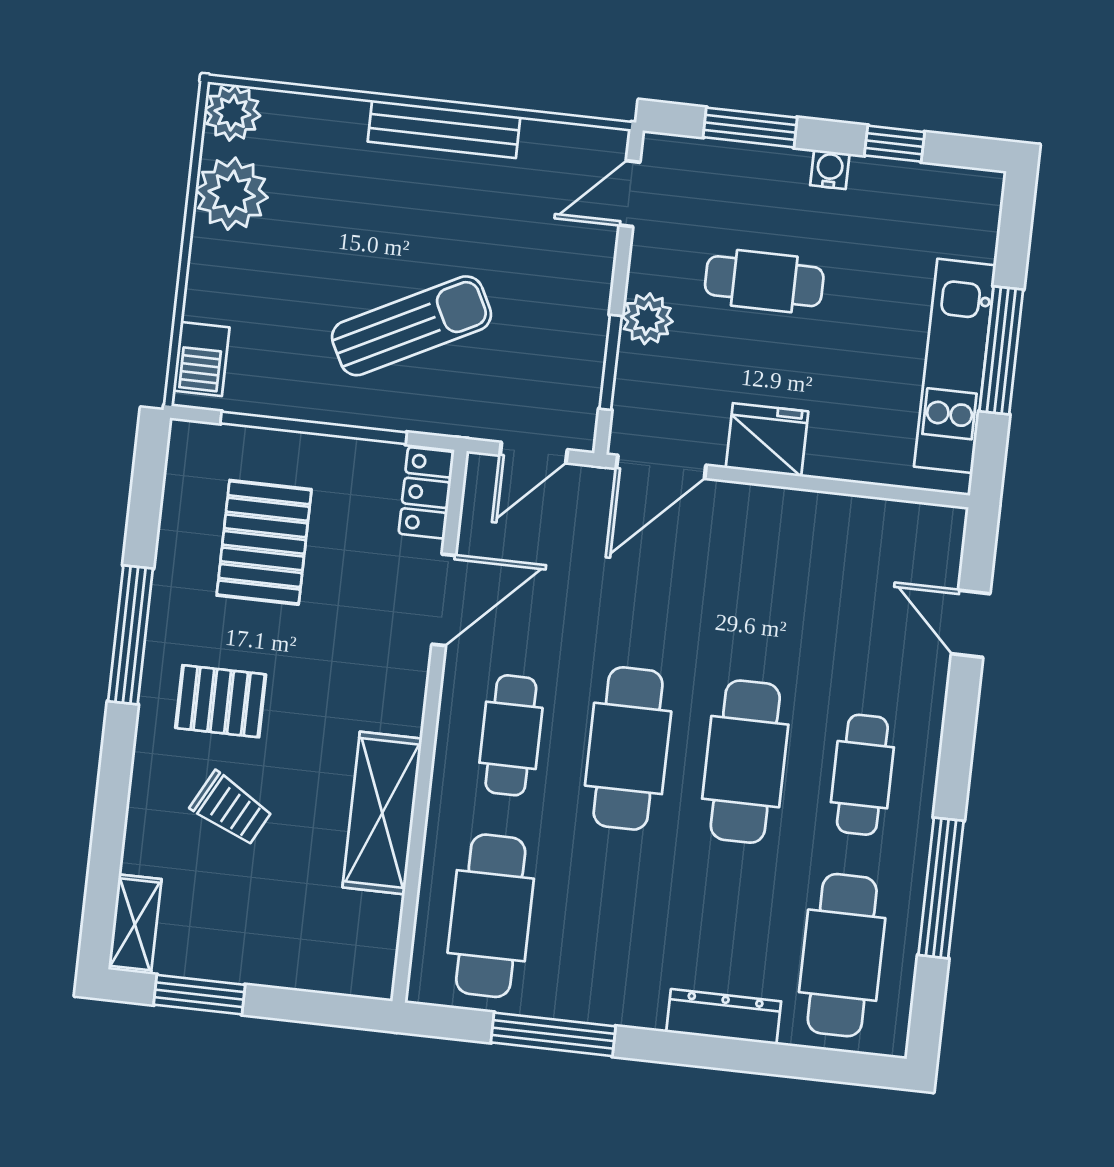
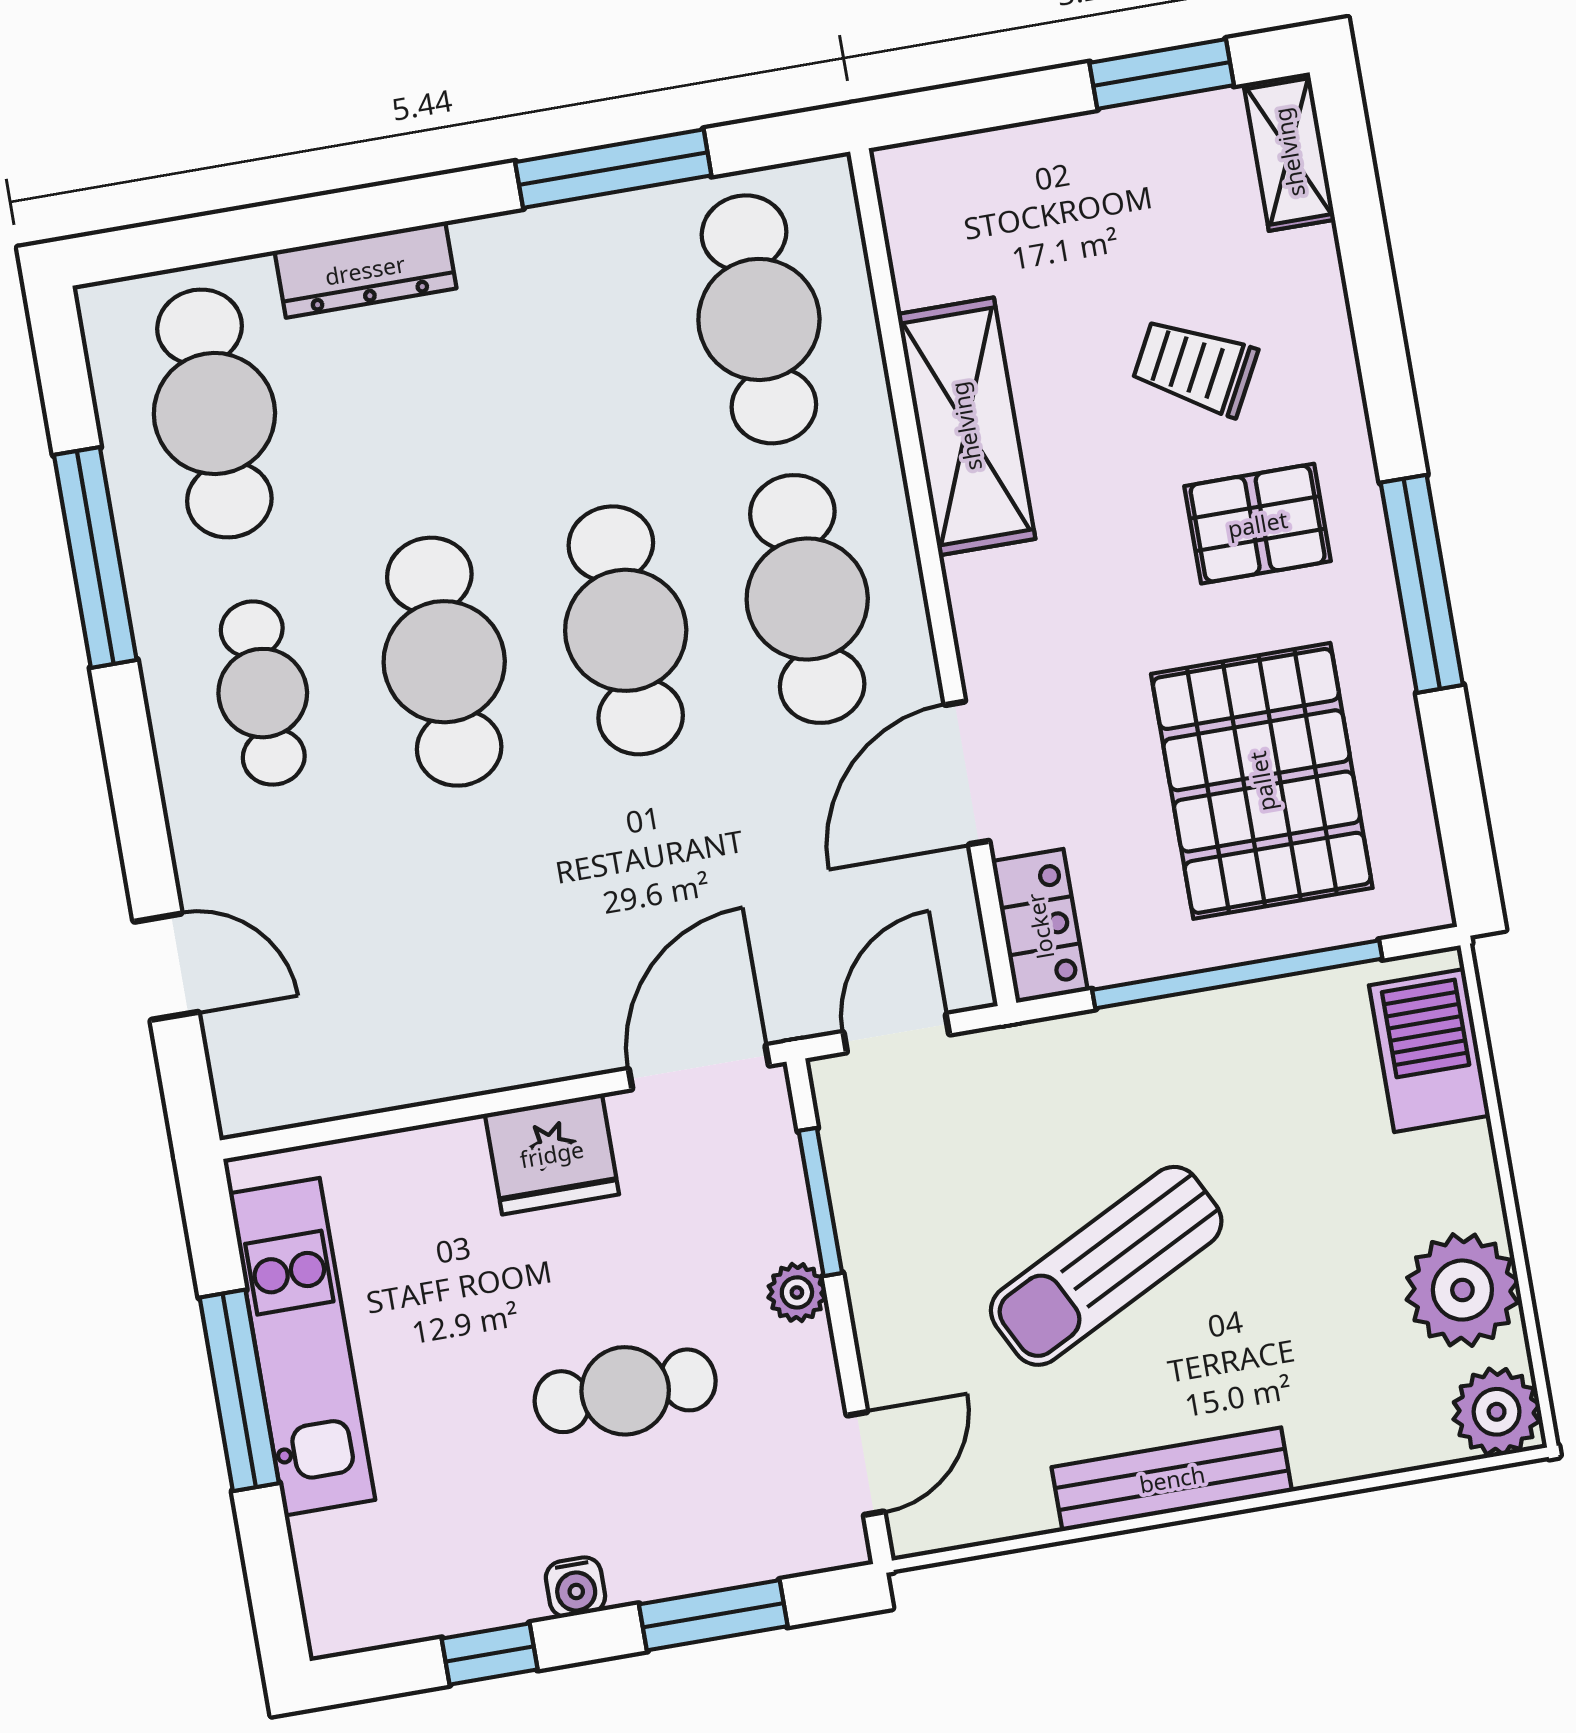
plant: (647, 319) -> (797, 1292), width x0.73, depth x0.73
sun lounger: (412, 326) -> (1106, 1266), moved
barbecue: (201, 359) -> (1429, 1050), width x1.38, depth x1.27
pallet: (264, 542) -> (1262, 781), width x1.37, depth x1.41
cafe table: (511, 735) -> (807, 599), width x1.37, depth x1.35

